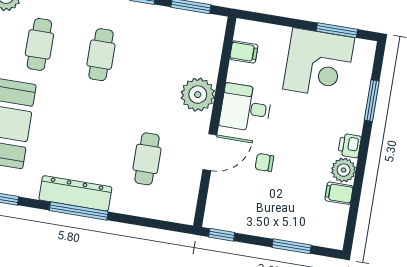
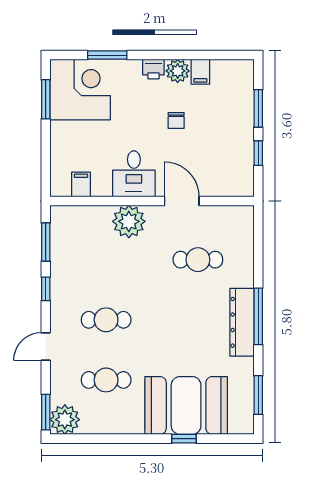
corner desk: (319, 63) -> (80, 89), moved
chair: (264, 162) -> (176, 120), moved
window: (222, 235) -> (258, 153), moved

